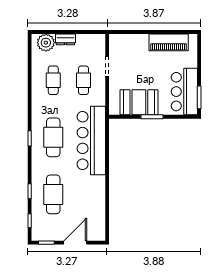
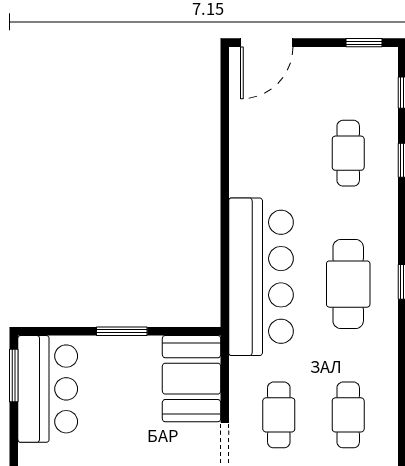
booth: (139, 102) -> (191, 379), moved, turned 90
cafe table: (53, 194) -> (348, 153), width x0.73, depth x0.74
door: (75, 243) -> (267, 43), moved

